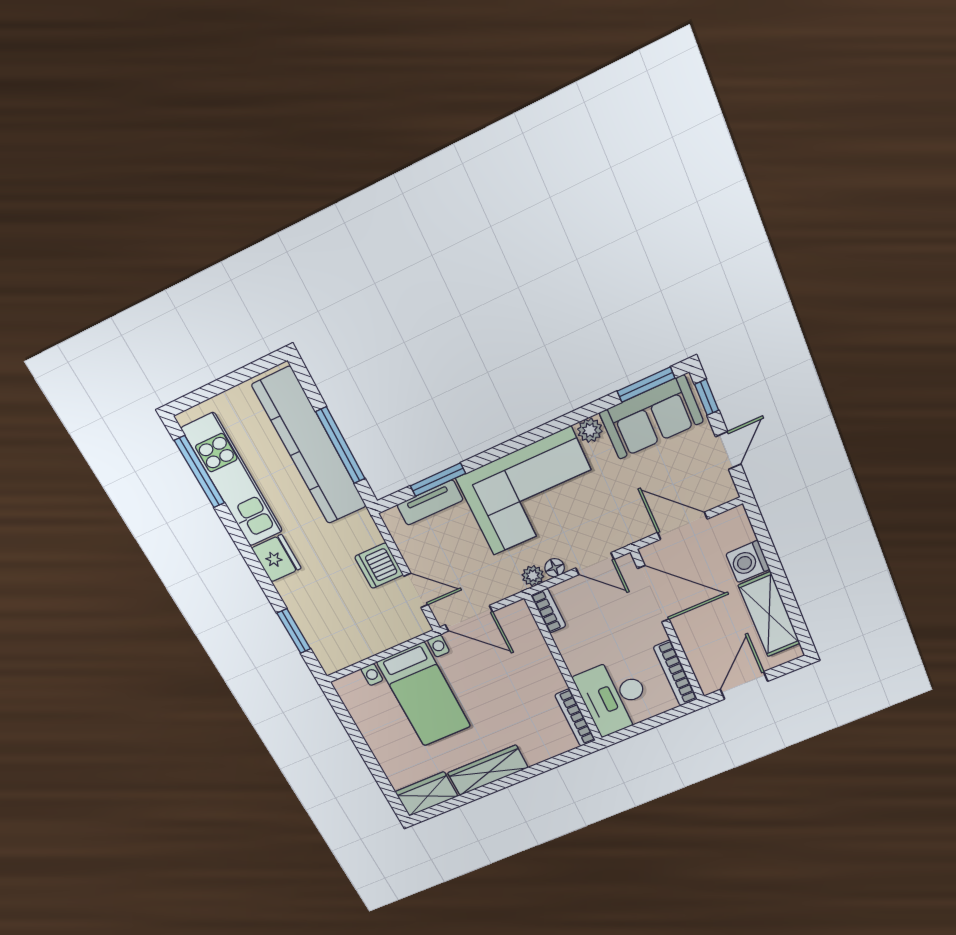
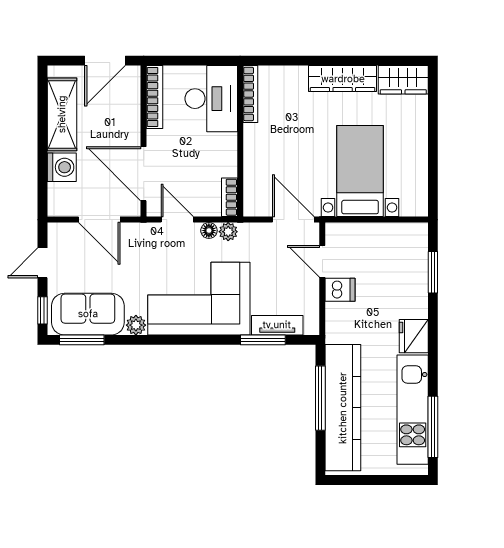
dishwasher: (379, 566) -> (340, 290), width x0.73

